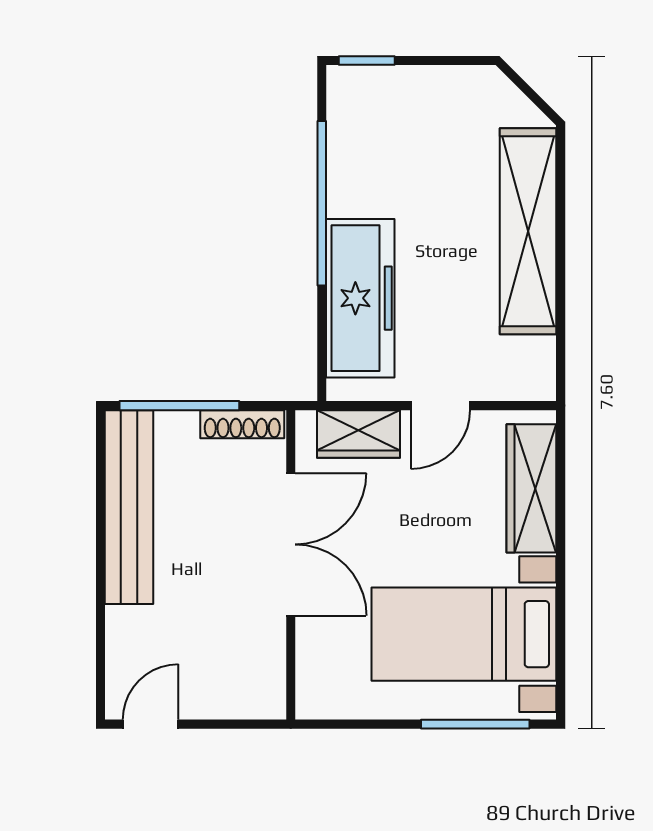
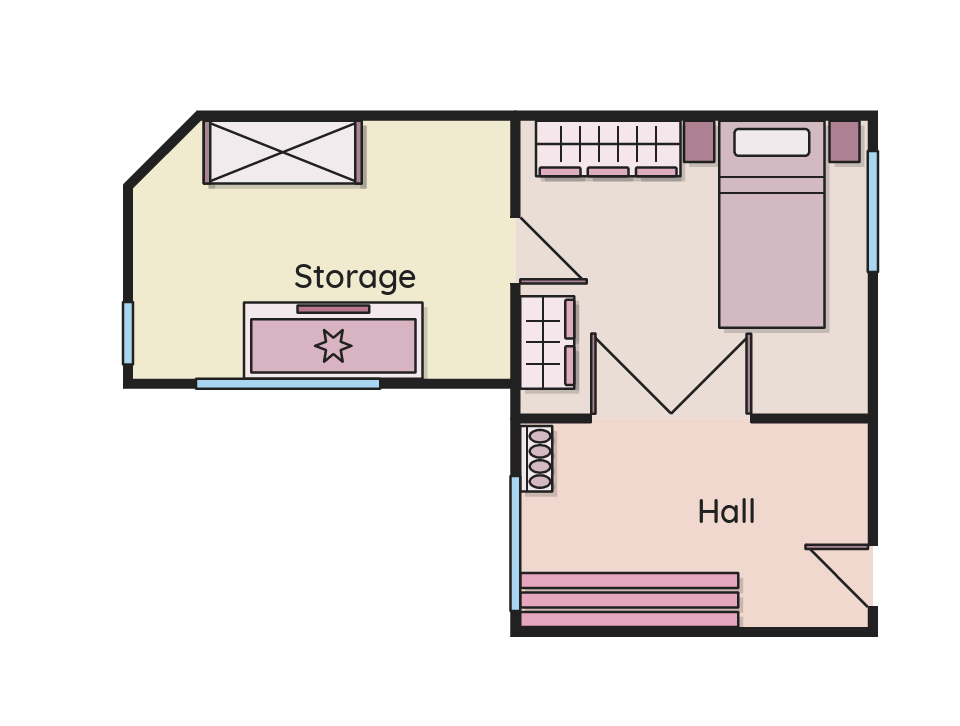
shelving: (528, 231) -> (283, 152), width x0.68
freezer: (360, 298) -> (333, 341), moved
shoe rack: (242, 424) -> (536, 459), width x0.70

